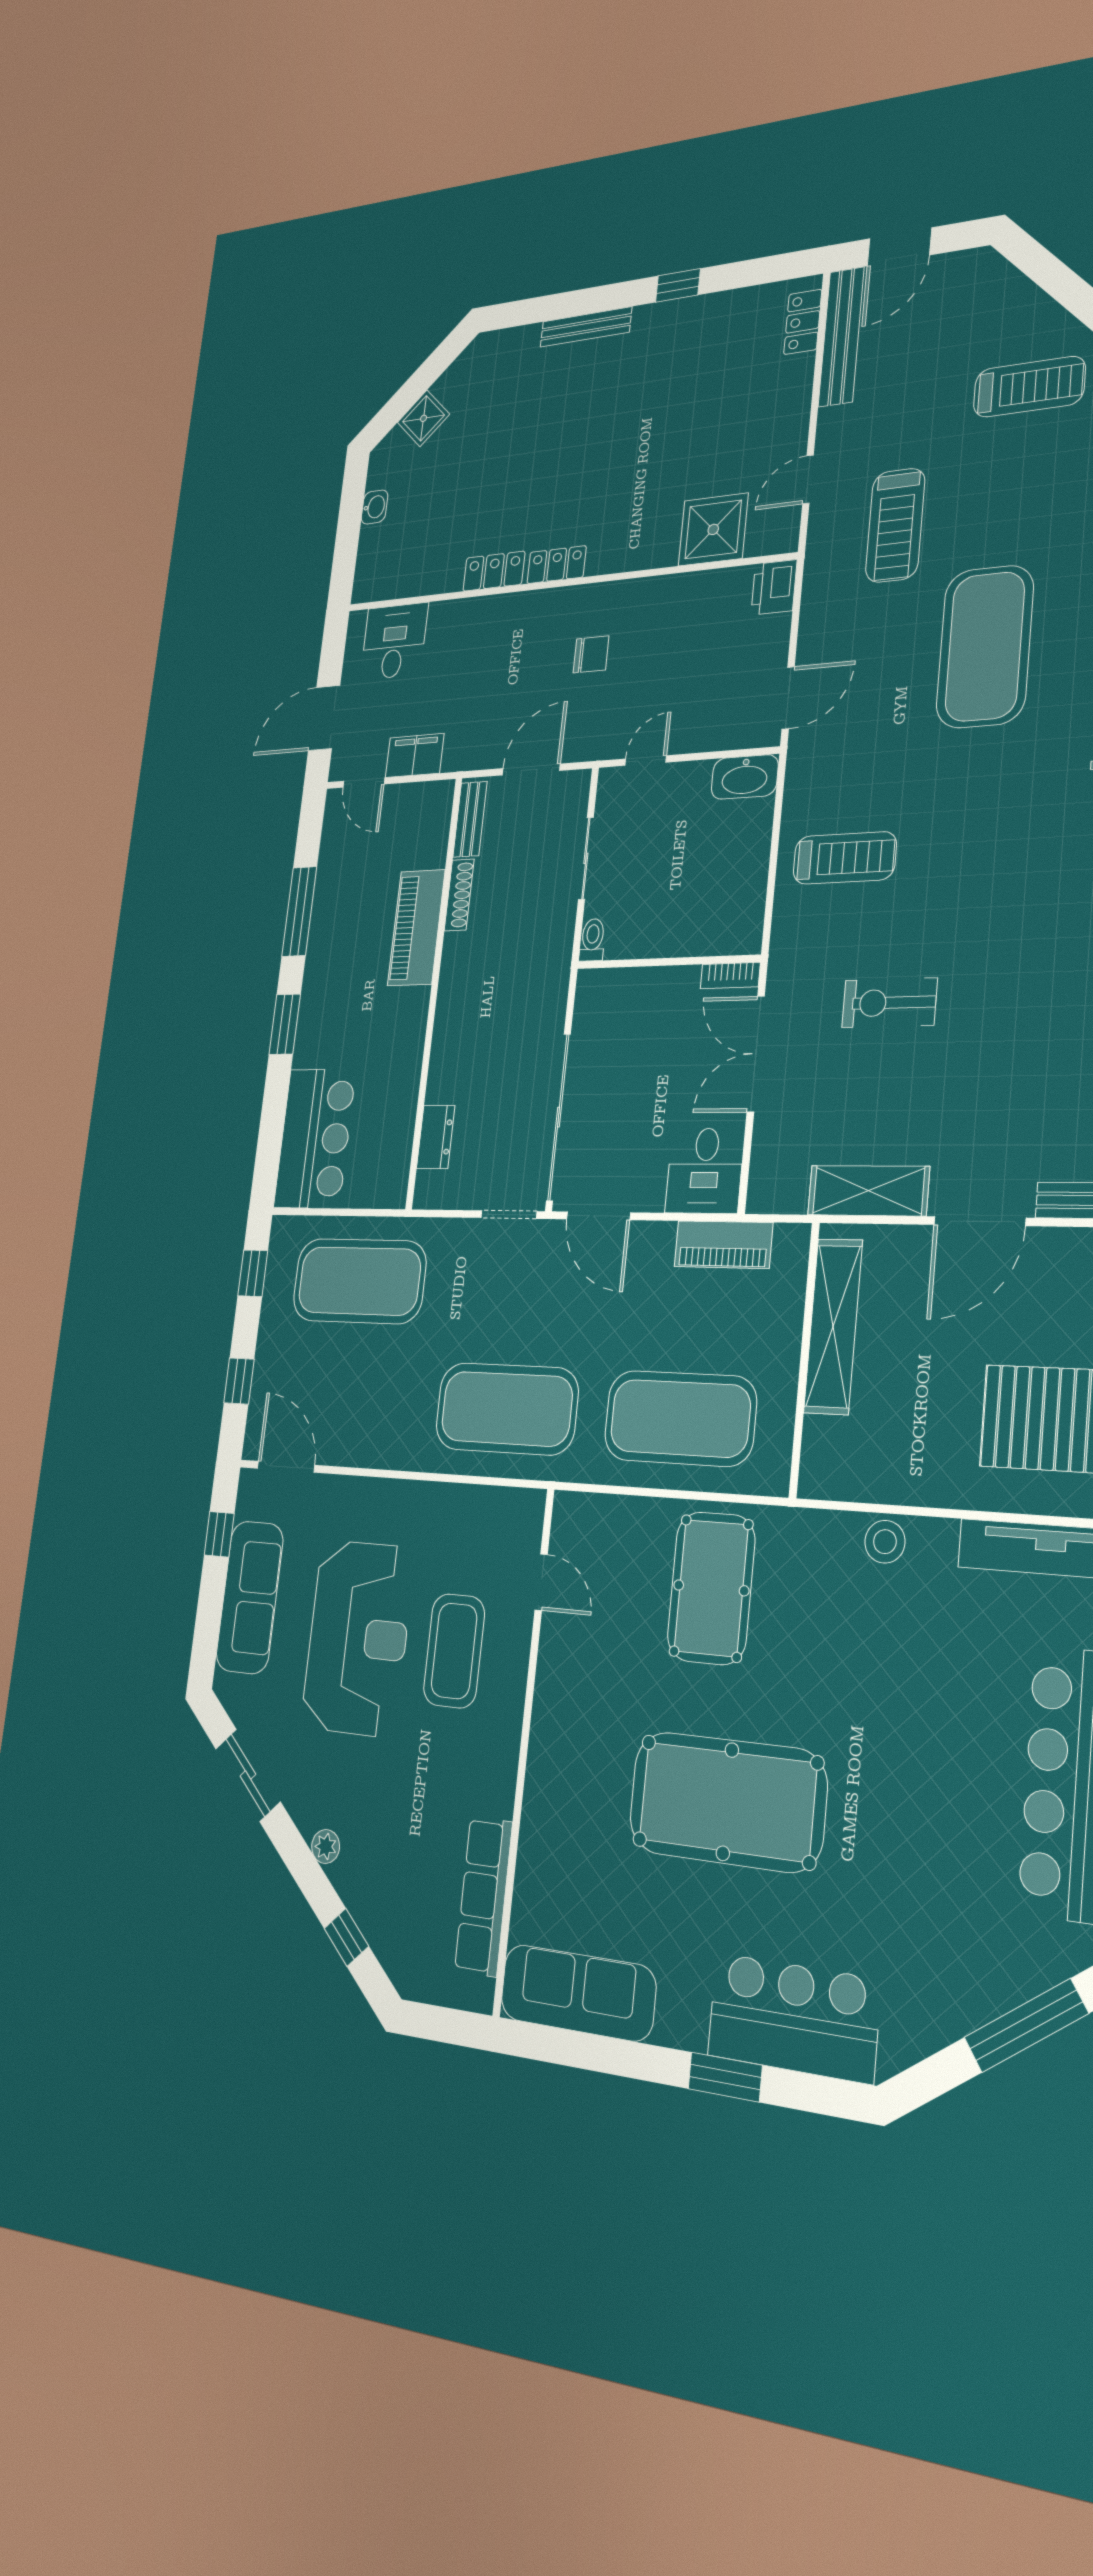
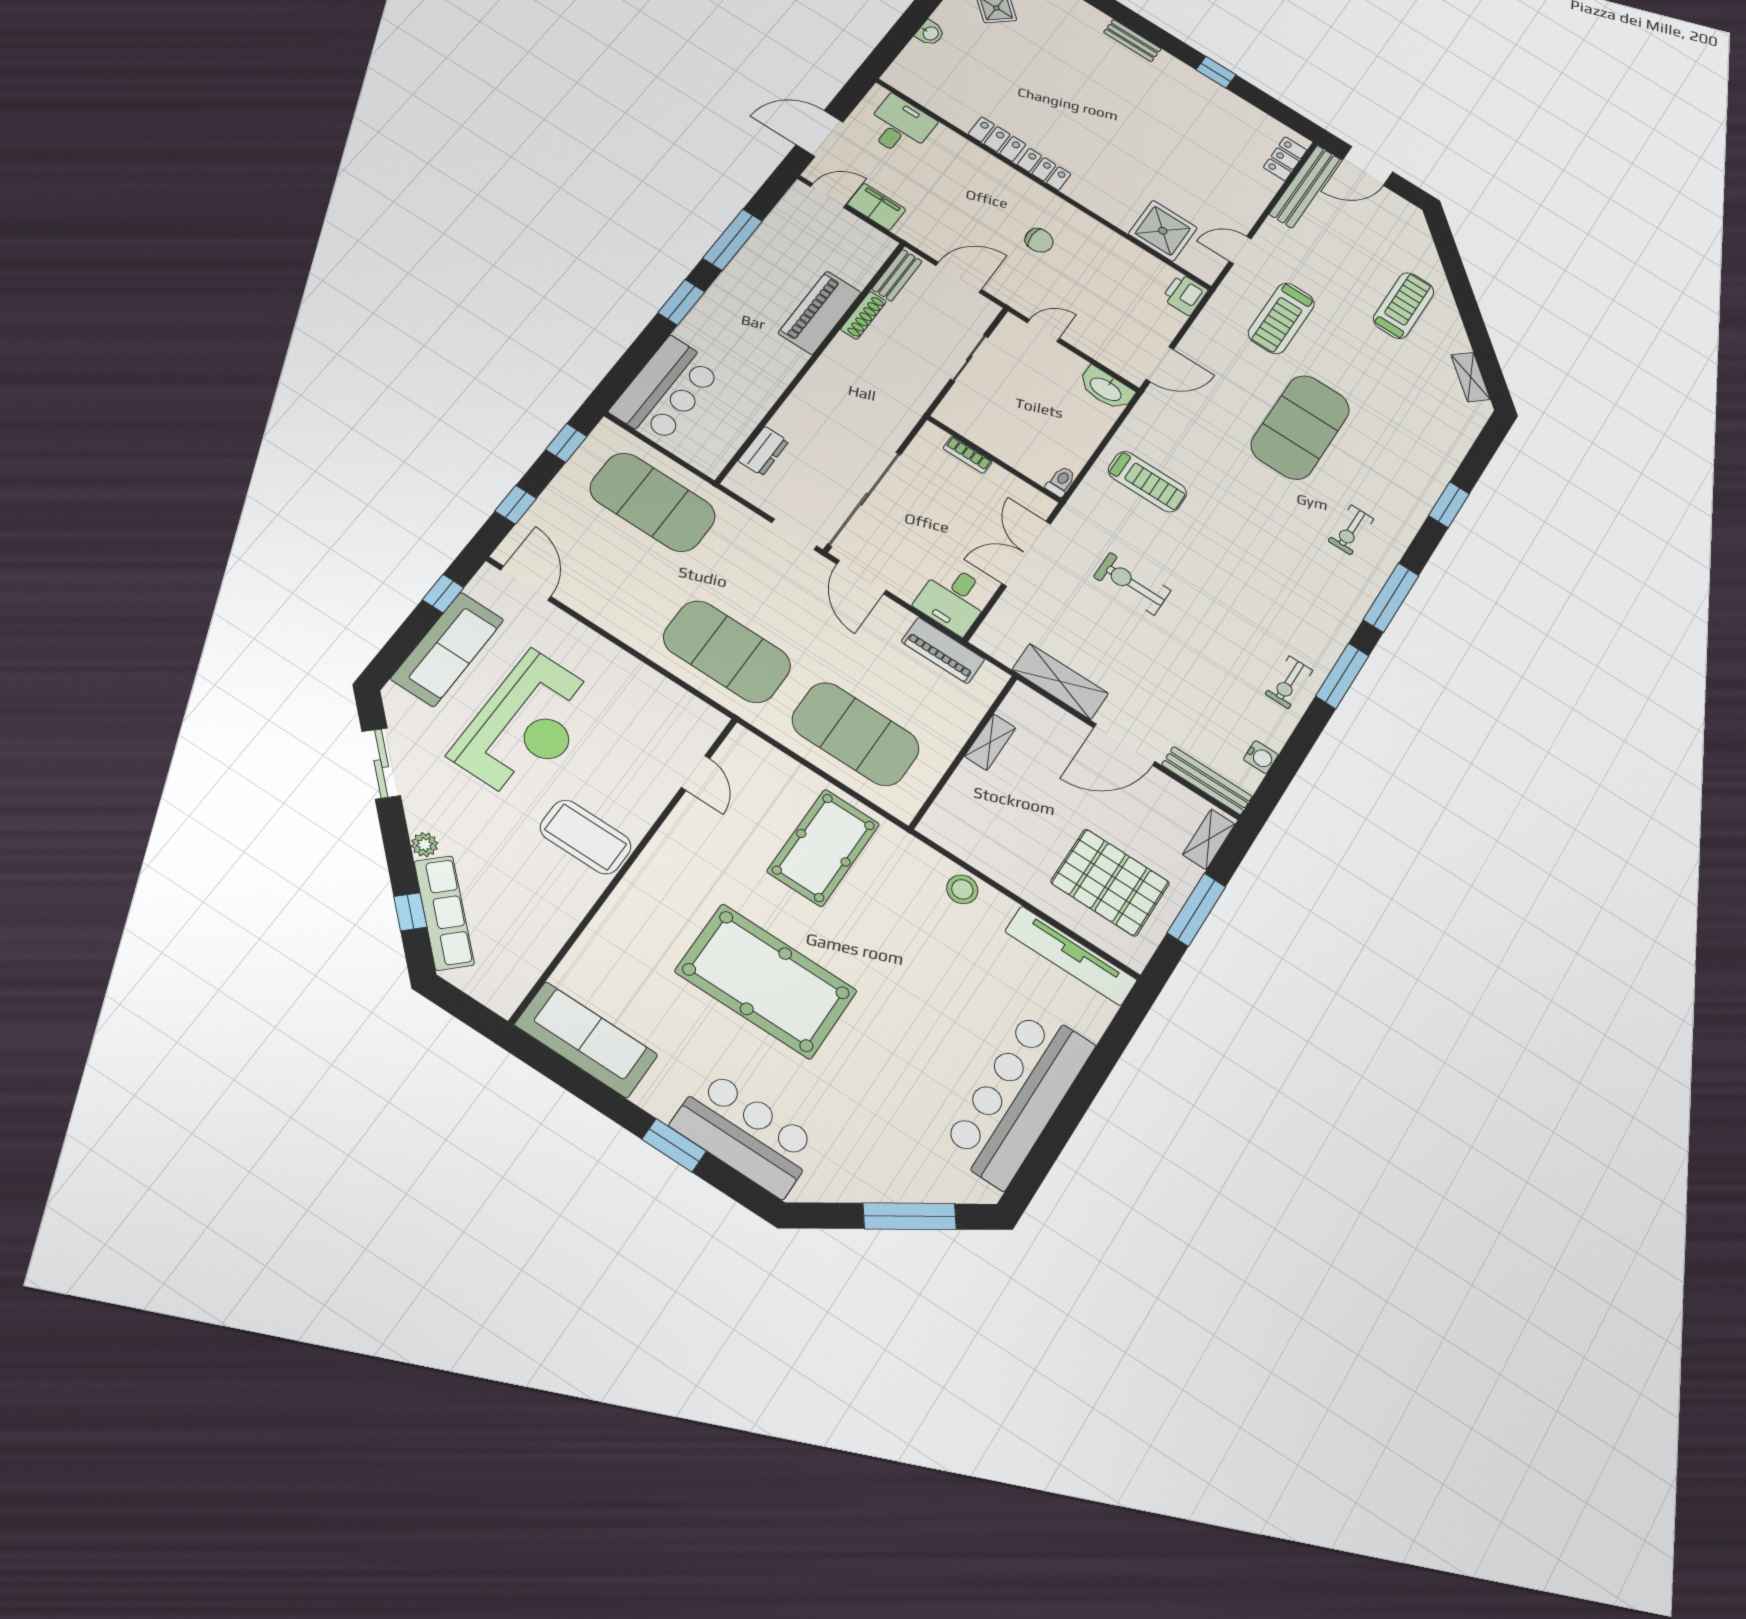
bench: (586, 327) -> (1132, 41), width x0.73
treadmill: (1029, 387) -> (1404, 306), turned -90
door: (364, 783) -> (828, 196), swing flipped
toilet: (592, 940) -> (1061, 481), moved
bookcase: (730, 976) -> (968, 455), moved
shelving: (833, 1326) -> (990, 742), width x0.45, depth x0.75
coffee table: (454, 1651) -> (586, 837), moved, turned 90
row of seats: (484, 1896) -> (444, 913), moved, turned 135

